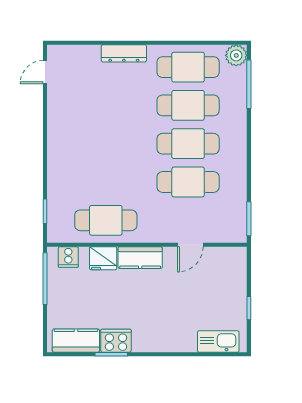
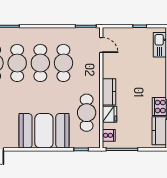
booth: (76, 150) -> (44, 131), added
door: (190, 245) -> (101, 45), moved

